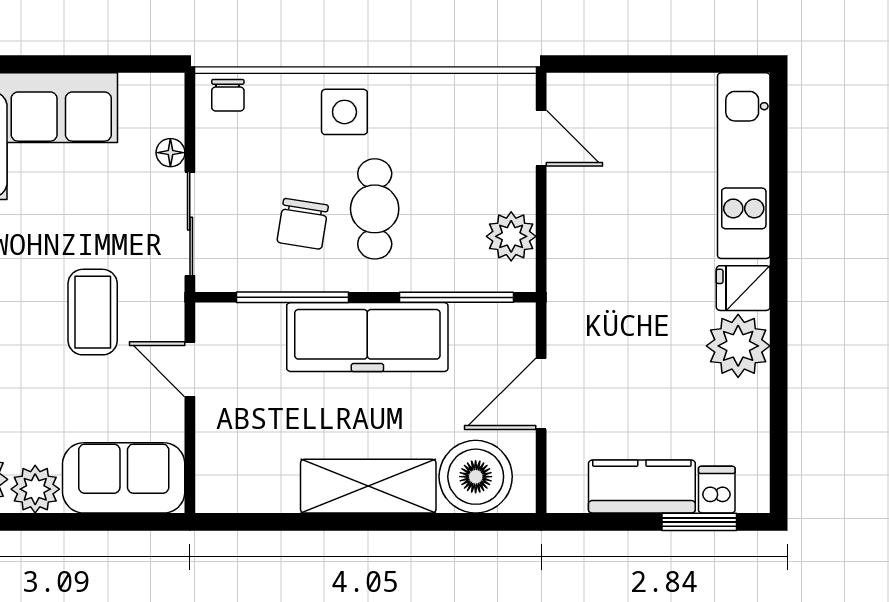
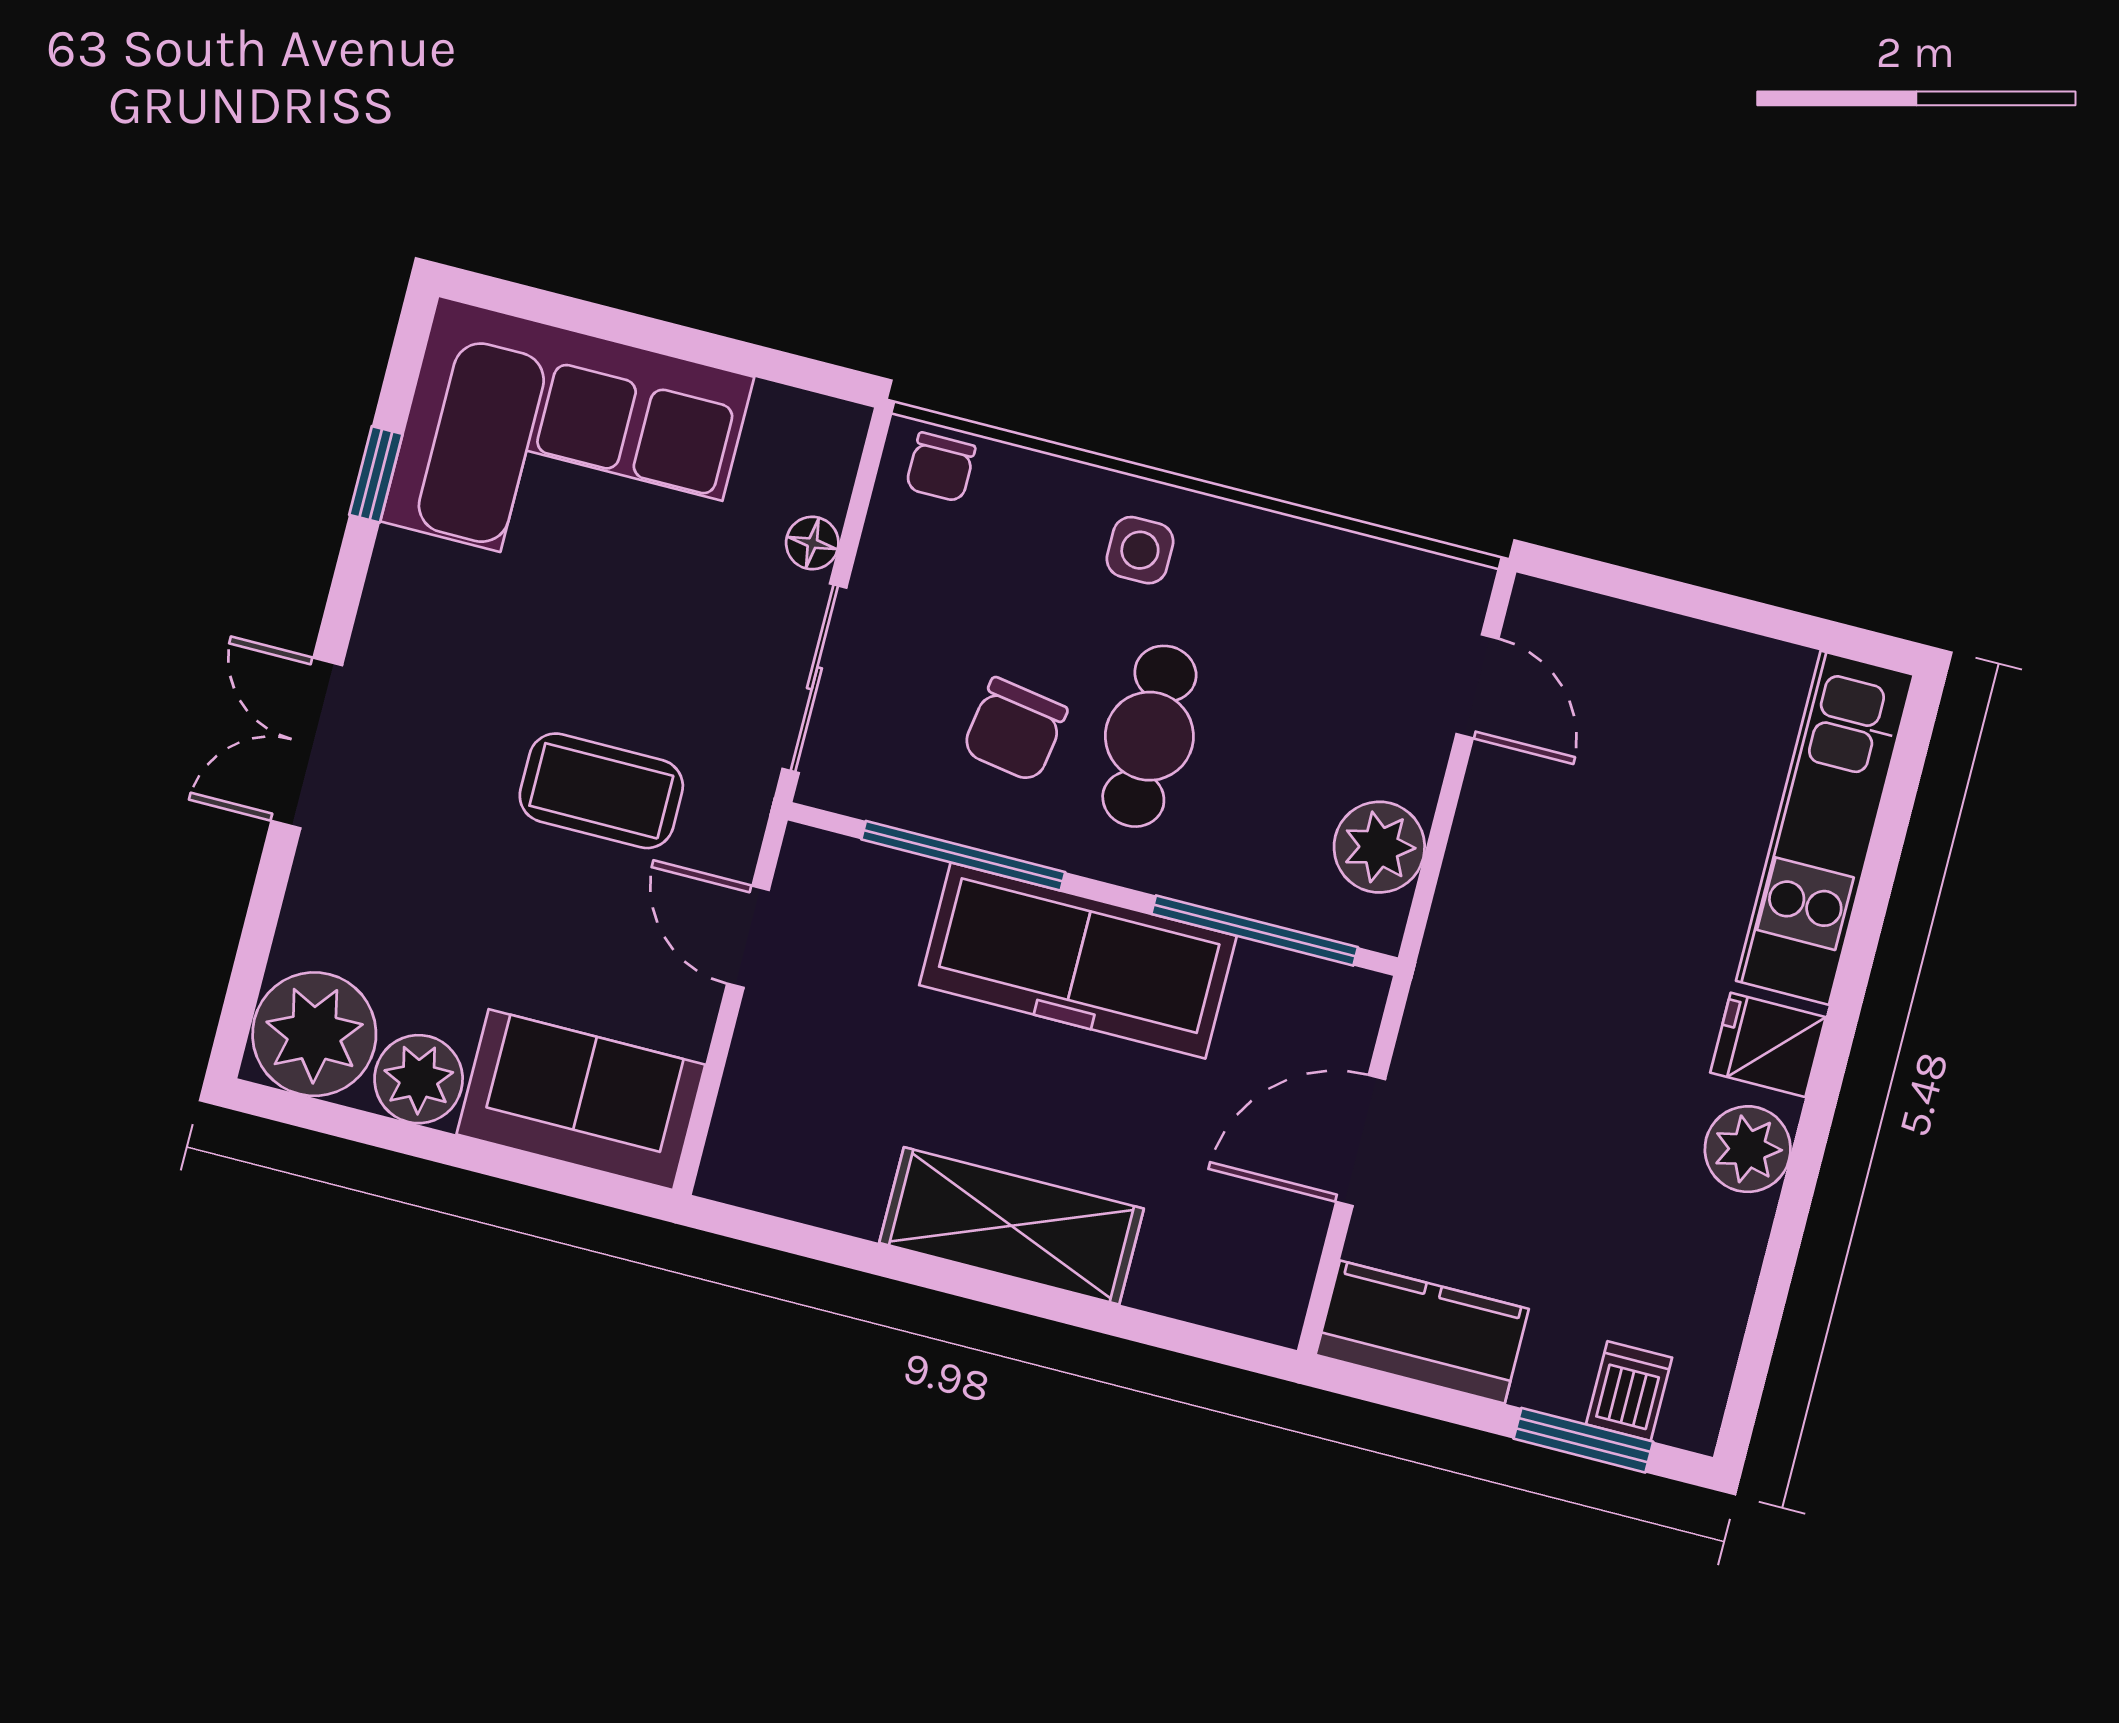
side table: (344, 112) -> (1140, 550), width x0.73, depth x0.73
coffee table: (93, 312) -> (601, 791), turned 90
plant: (738, 346) -> (1748, 1149), width x0.73, depth x0.73
boiler: (476, 477) -> (1207, 1258), removed
kitchen counter: (642, 487) -> (1422, 1332), moved

